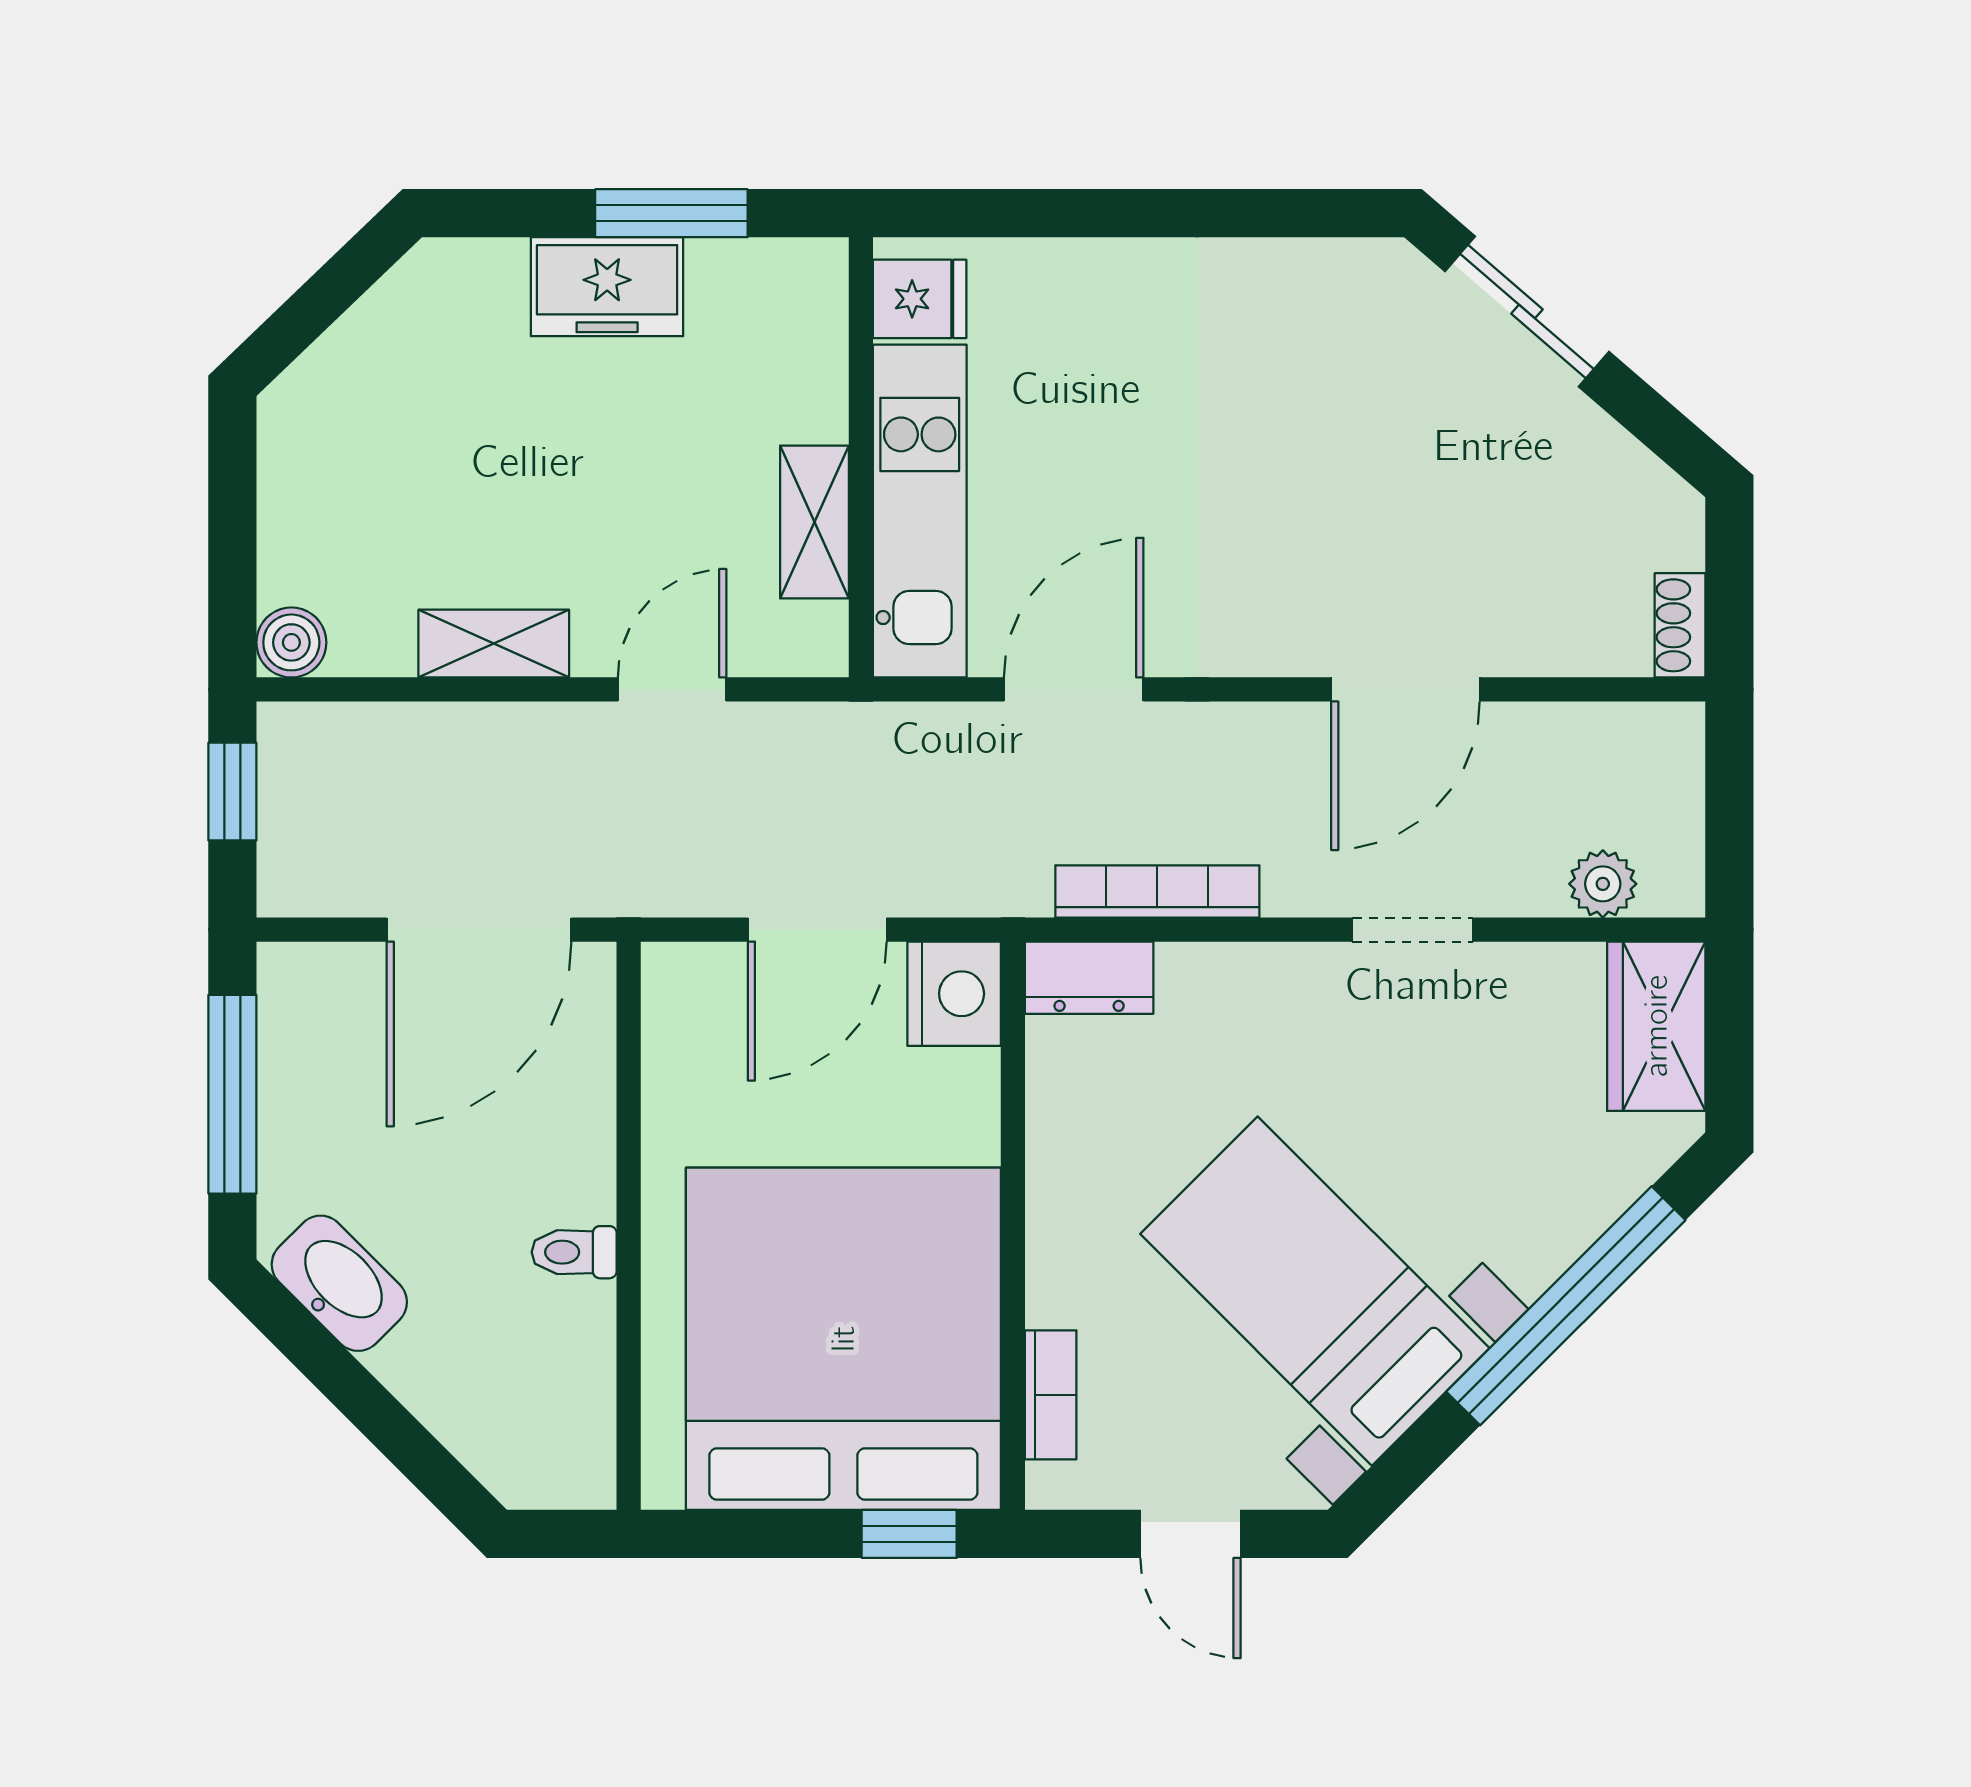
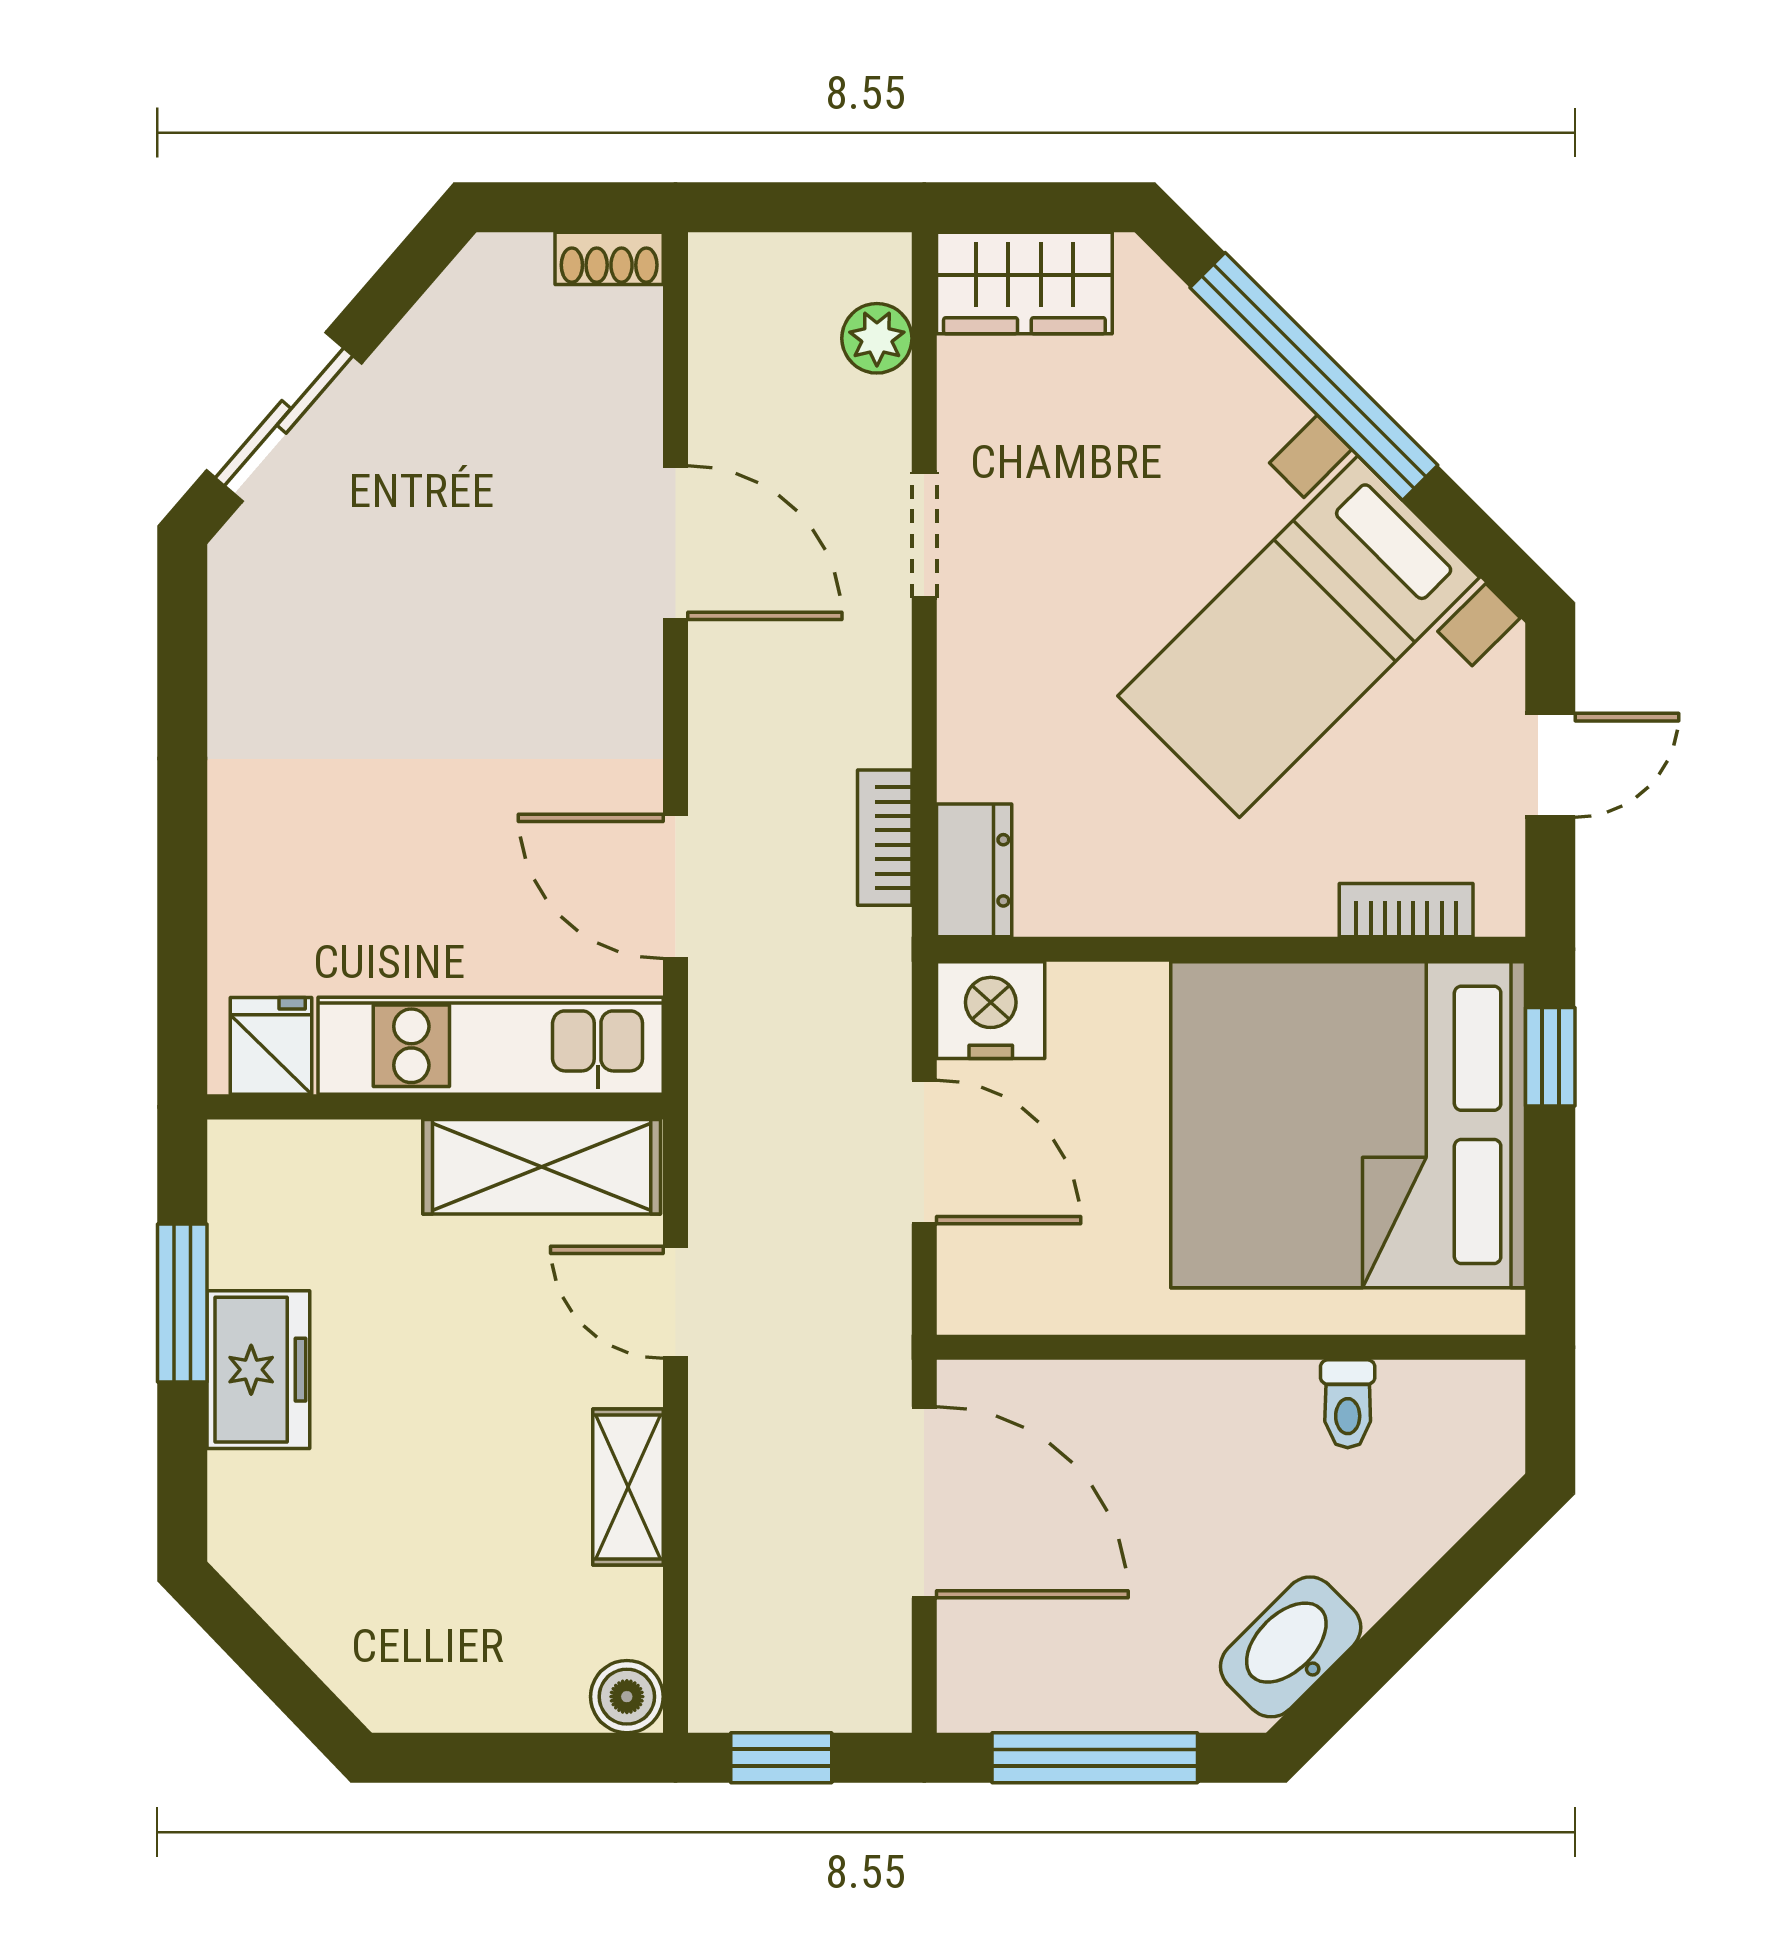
shelving: (814, 522) -> (542, 1167), width x1.50, depth x1.33
bookcase: (1157, 891) -> (885, 838), width x0.64
toilet: (574, 1252) -> (1348, 1404), moved

